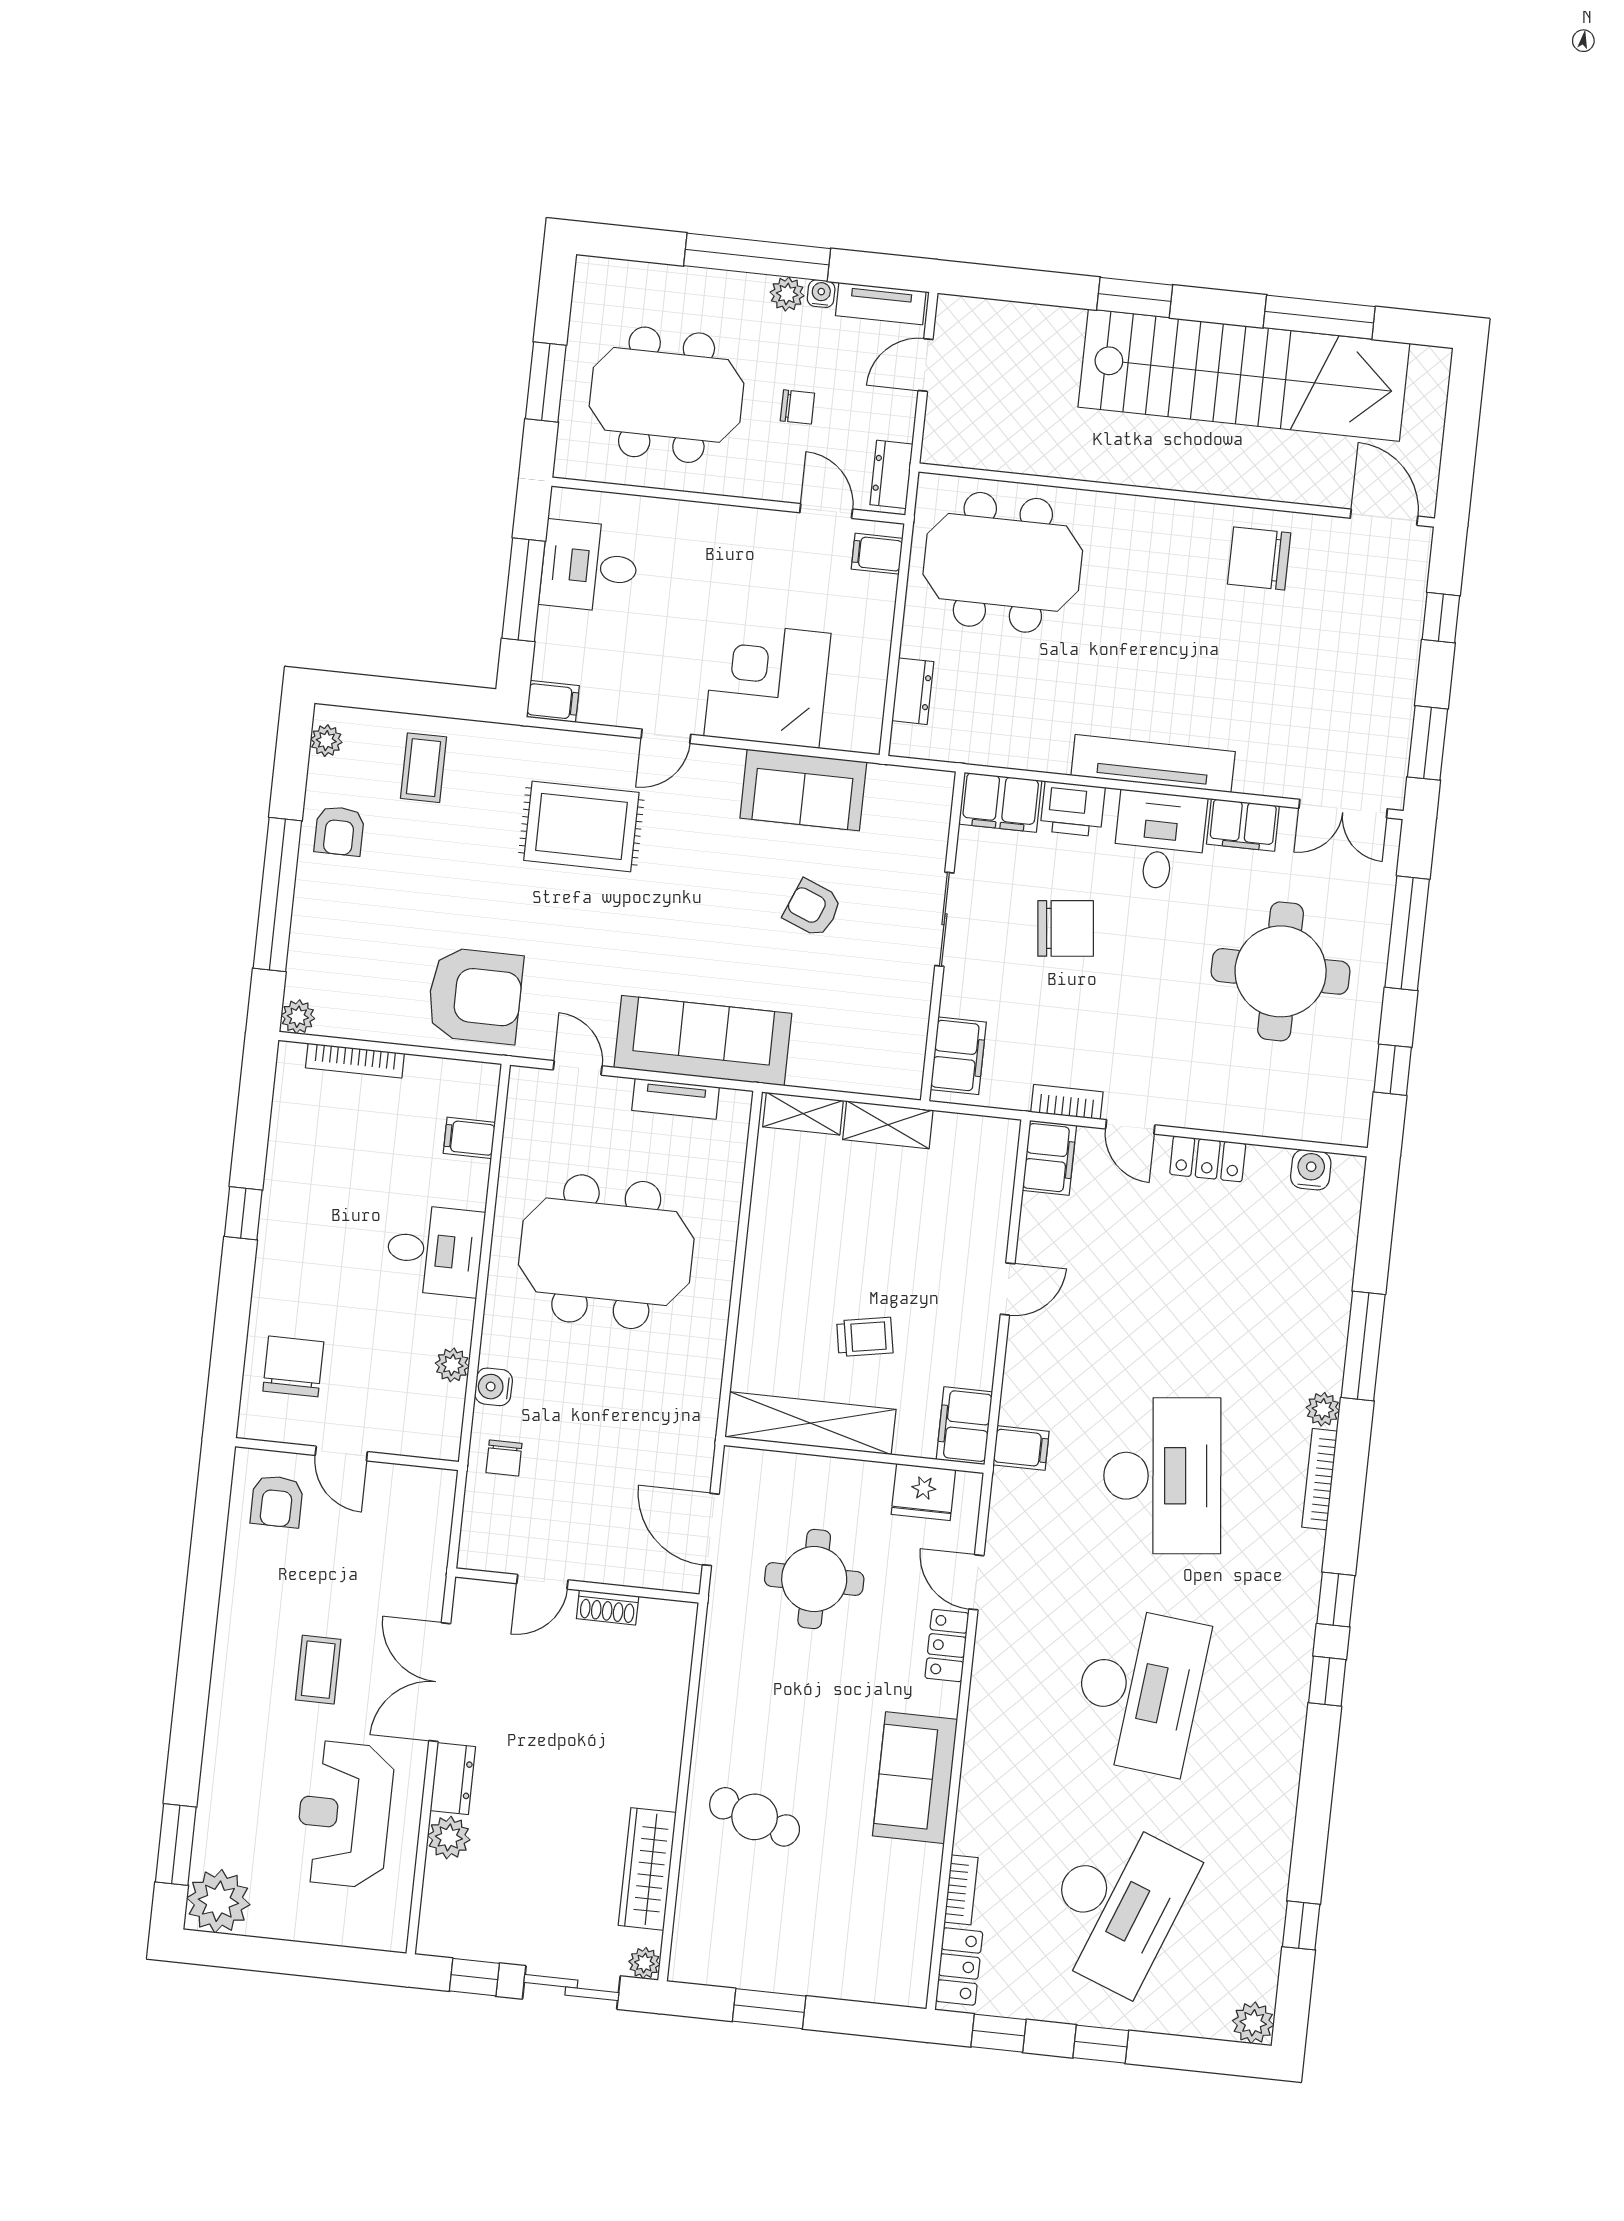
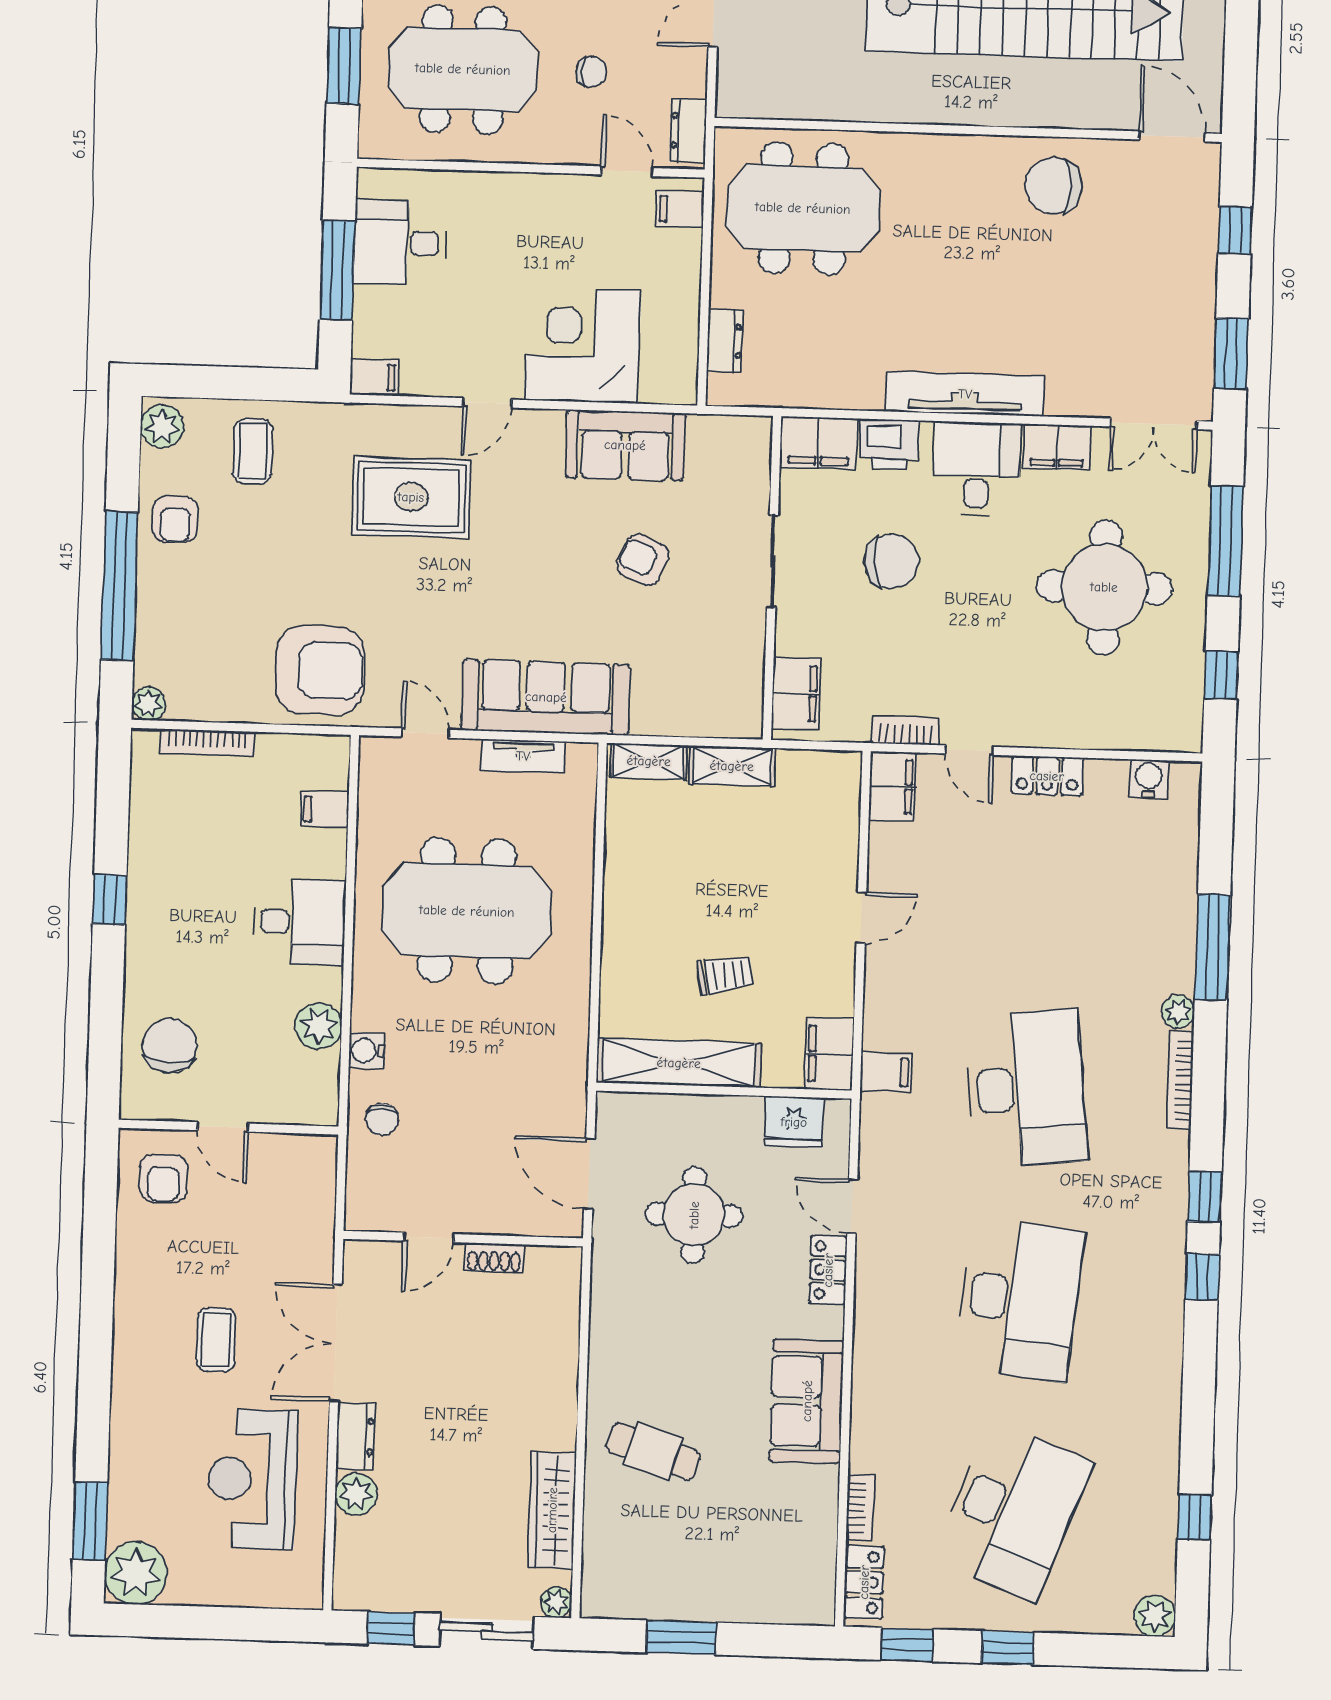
plant: (326, 741) -> (162, 426), width x1.38, depth x1.38
plant: (452, 1365) -> (319, 1026), width x1.38, depth x1.38

